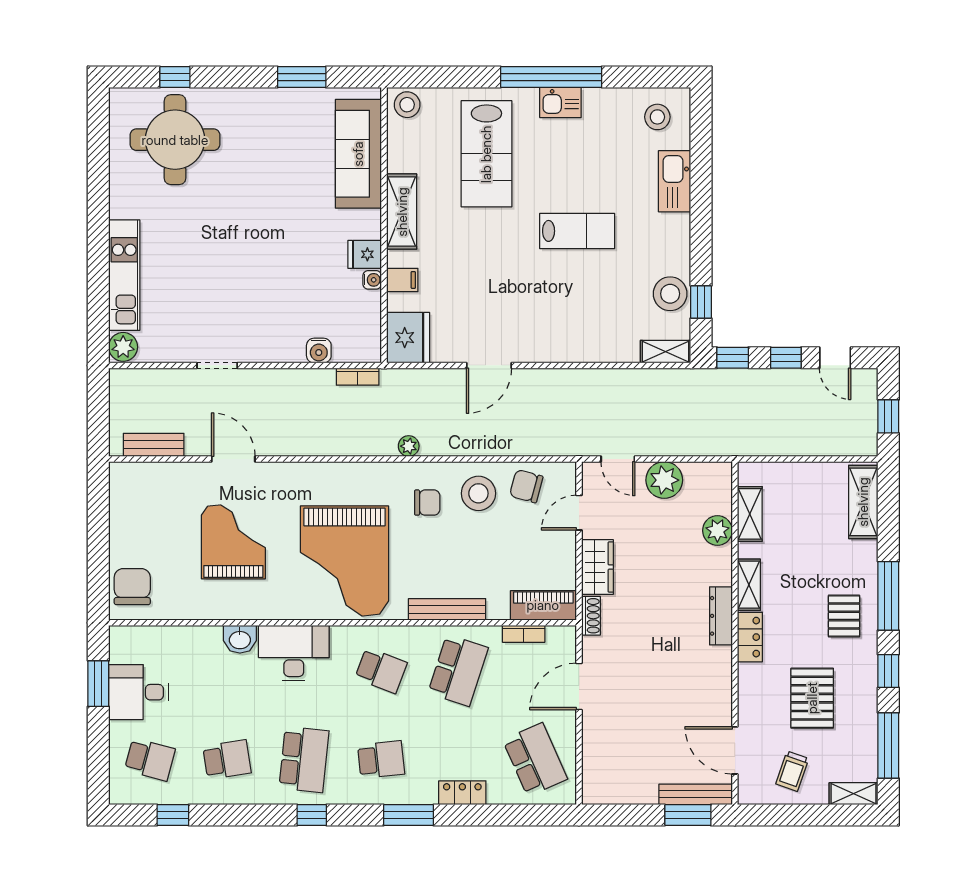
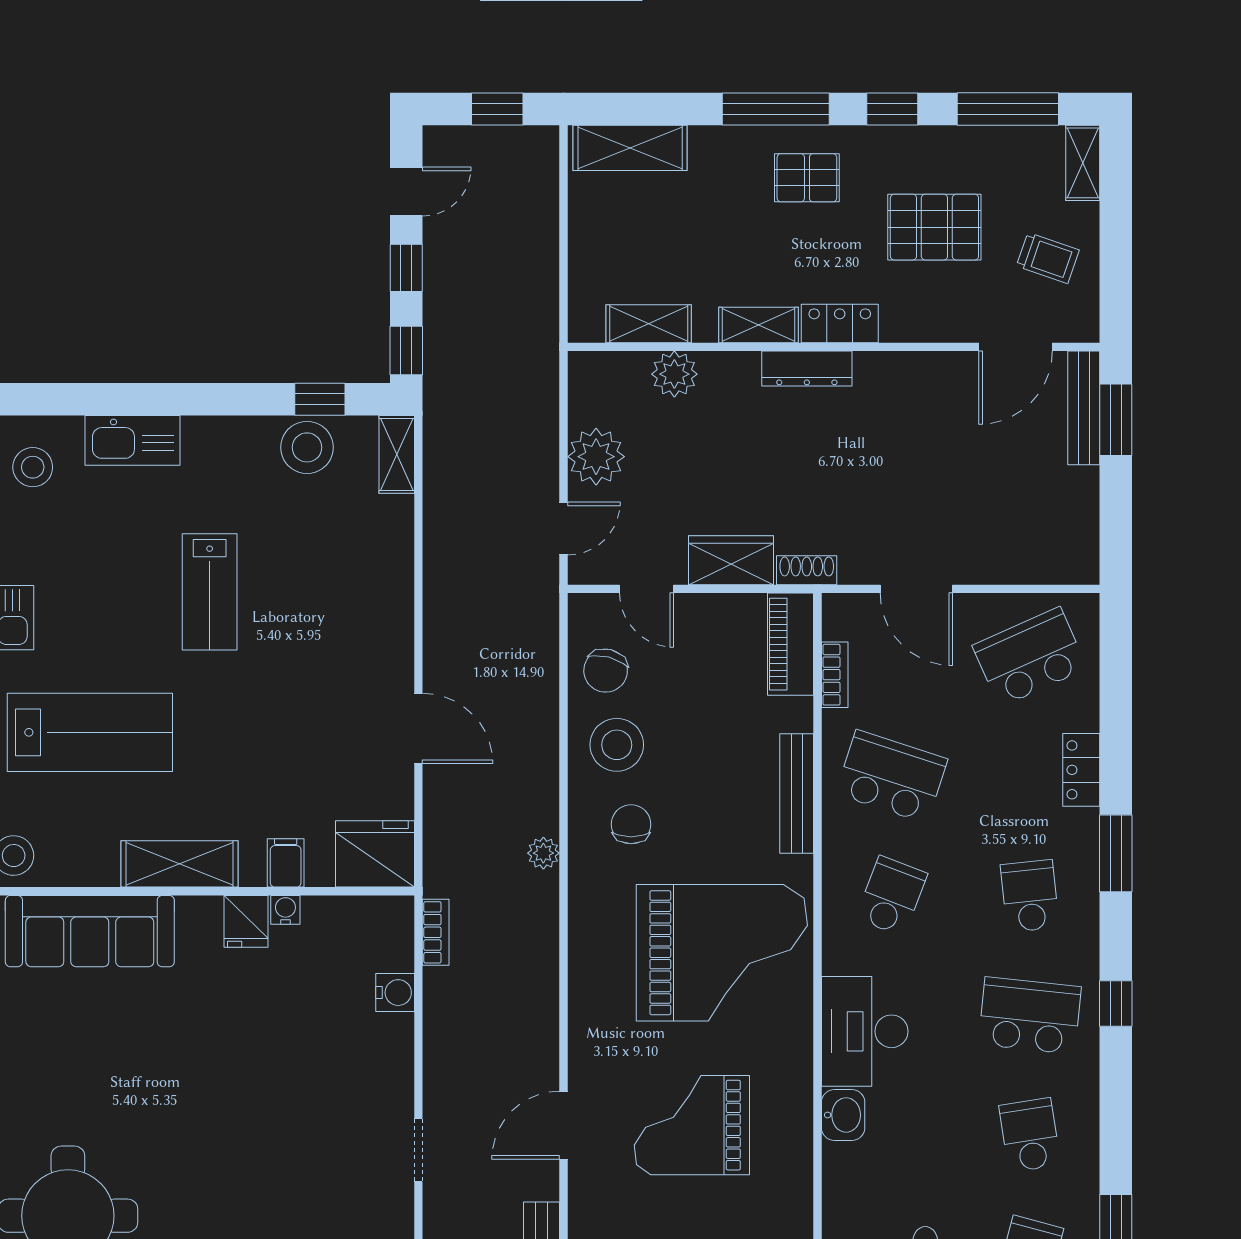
lab bench: (577, 231) -> (210, 592), turned 180

